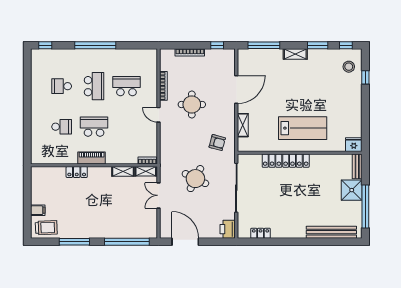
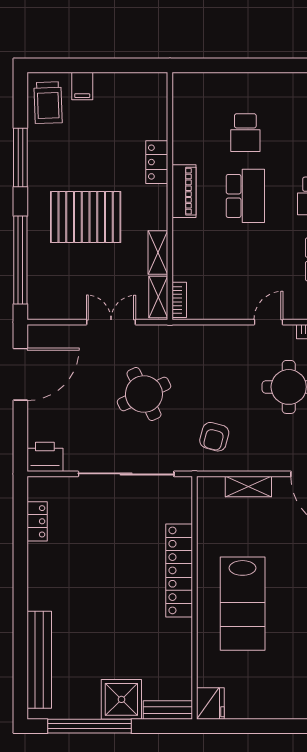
round table: (195, 179) -> (144, 394), turned 38
pallet: (105, 208) -> (86, 217), added

